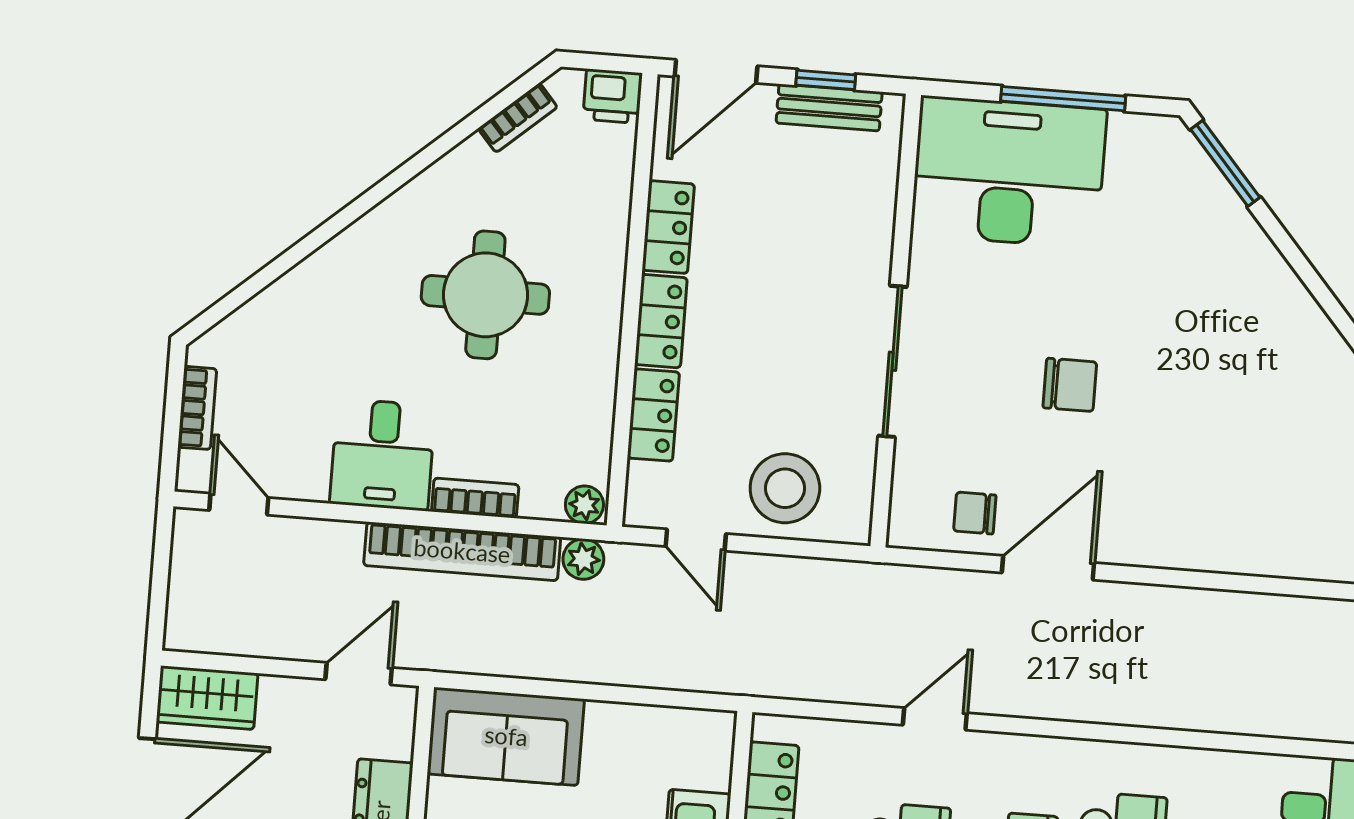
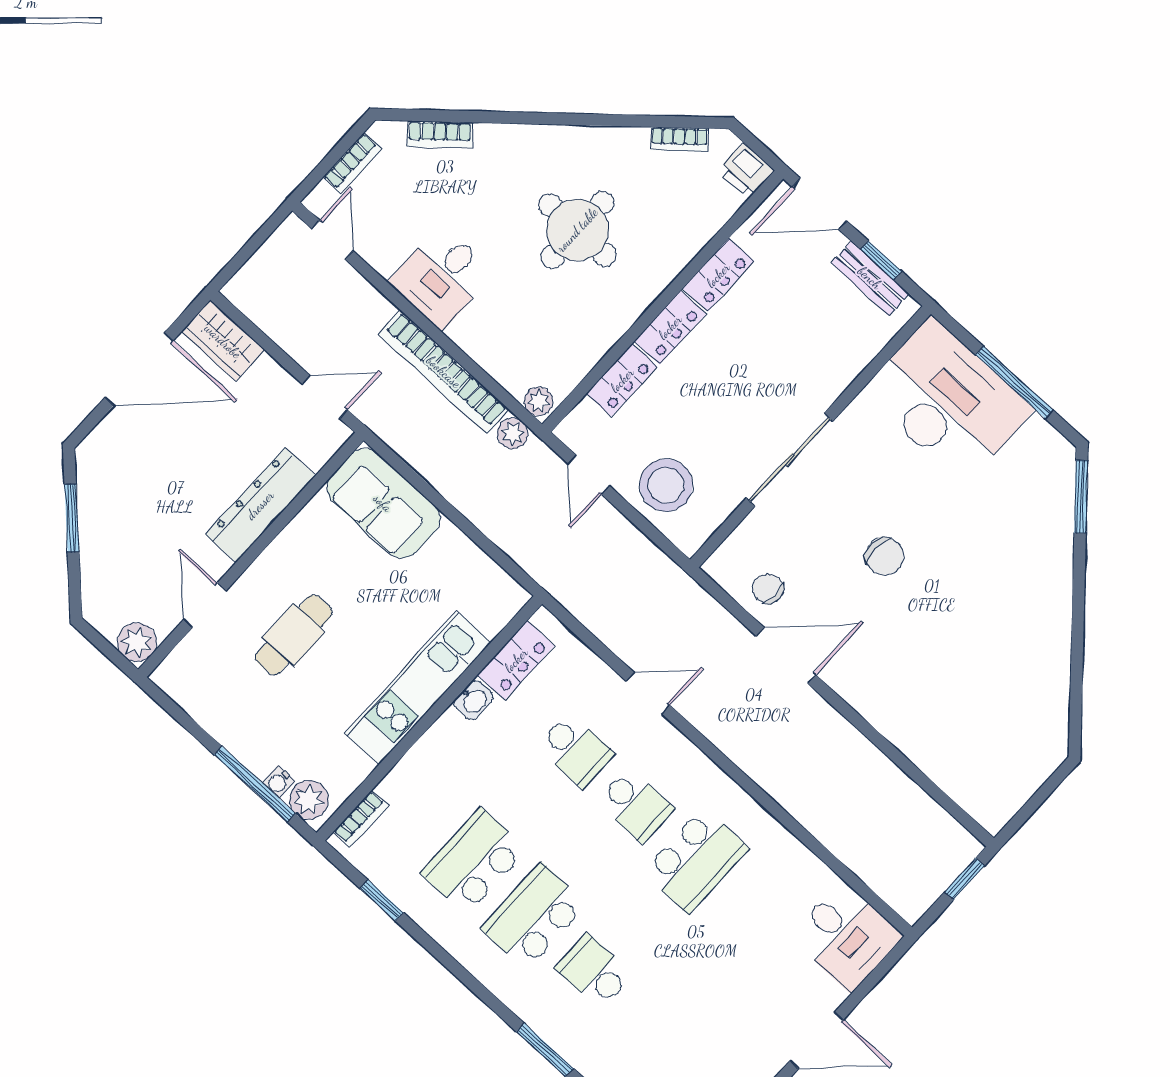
bookcase: (475, 498) -> (440, 134), moved, turned 139

